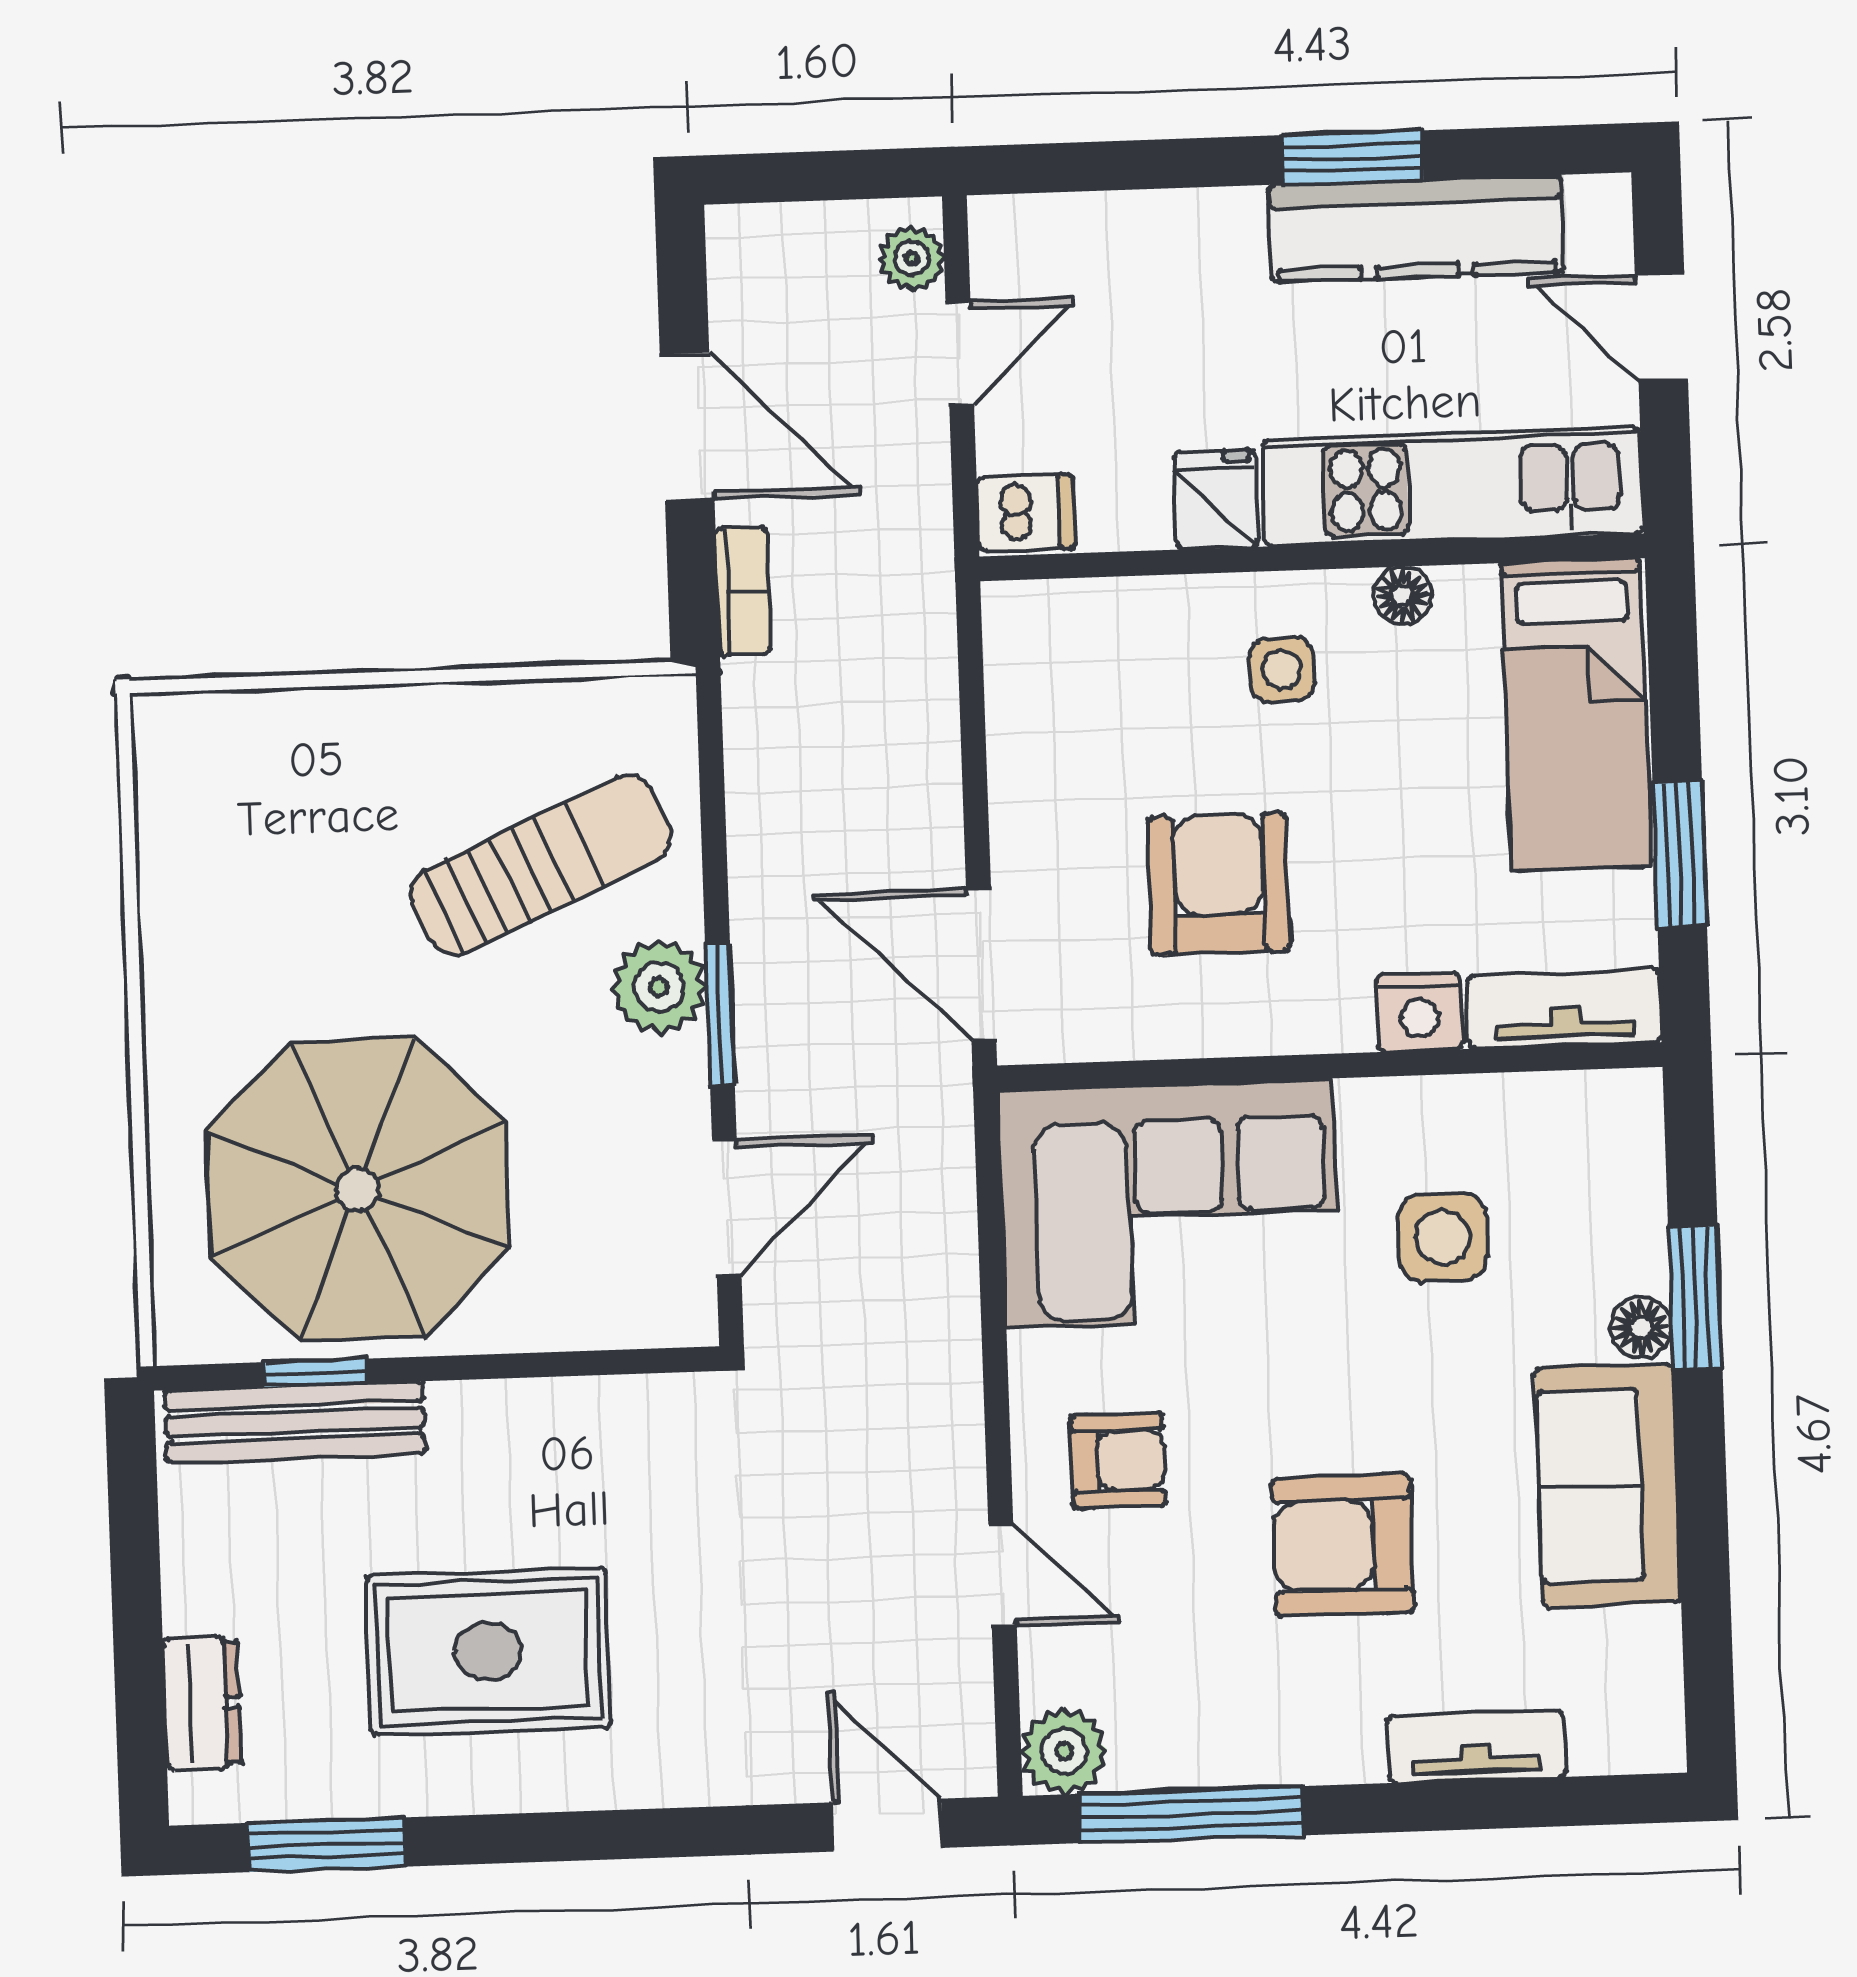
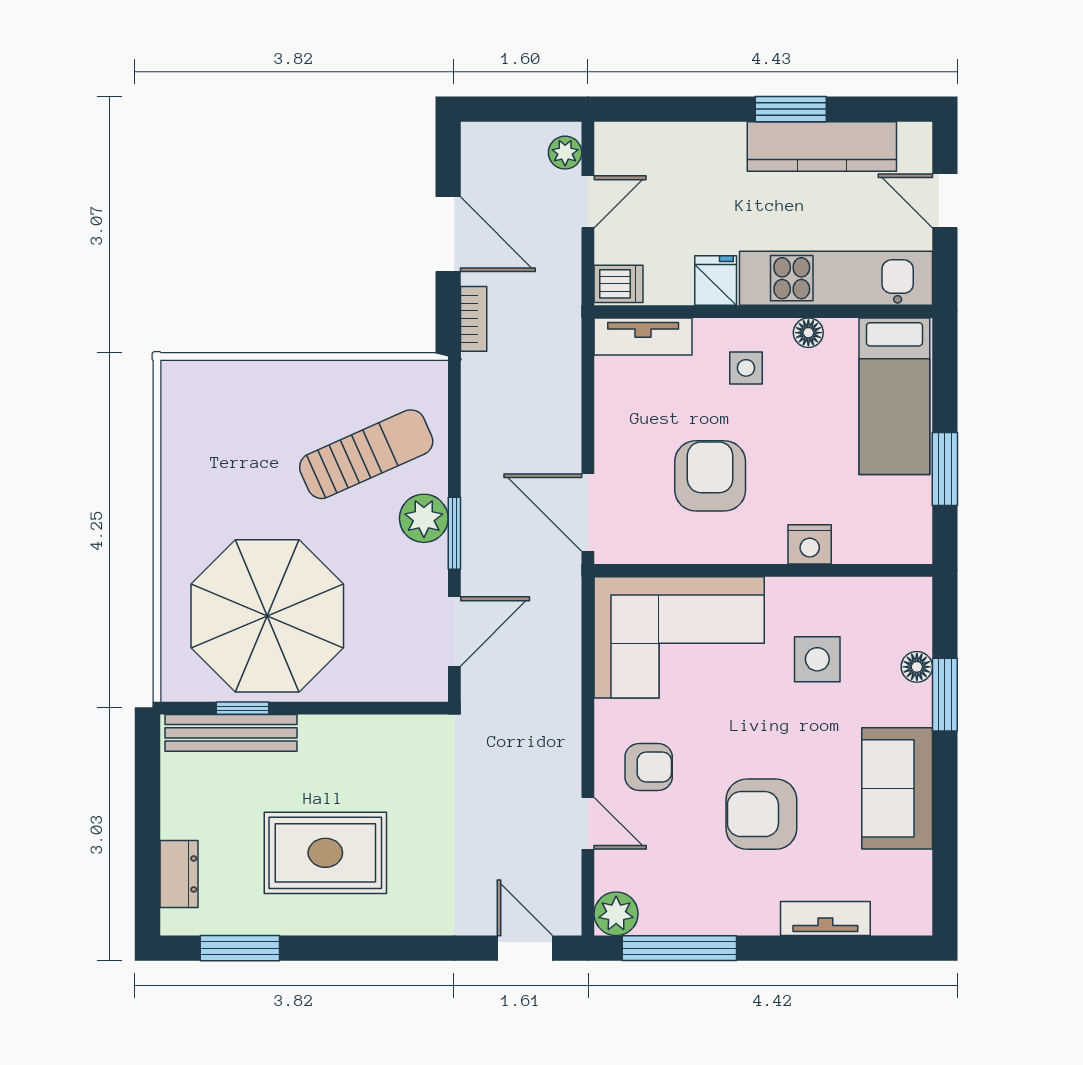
tv unit: (1564, 1009) -> (643, 337), moved, turned 180
floor lamp: (1641, 1327) -> (917, 667), moved

